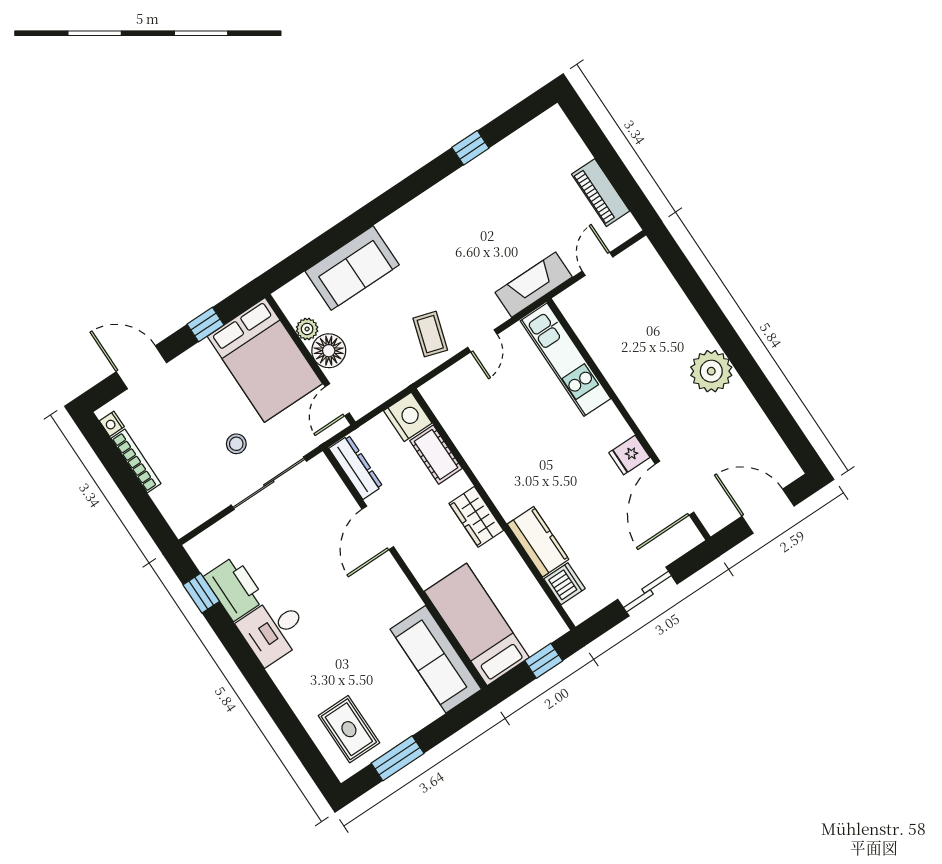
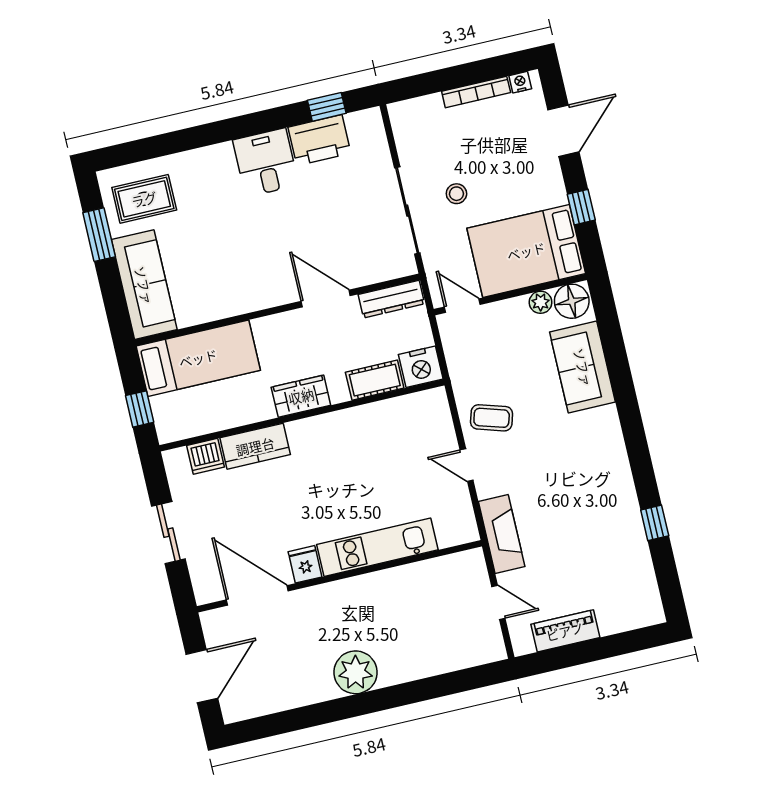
floor lamp: (329, 351) -> (572, 301), moved
kitchen unit: (565, 360) -> (377, 547), moved
sofa: (436, 659) -> (144, 285), moved, turned 90

